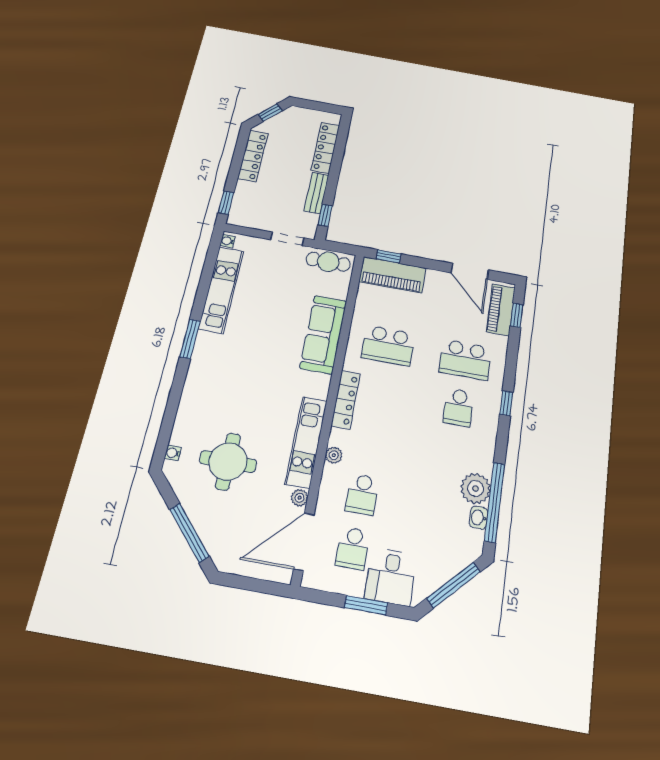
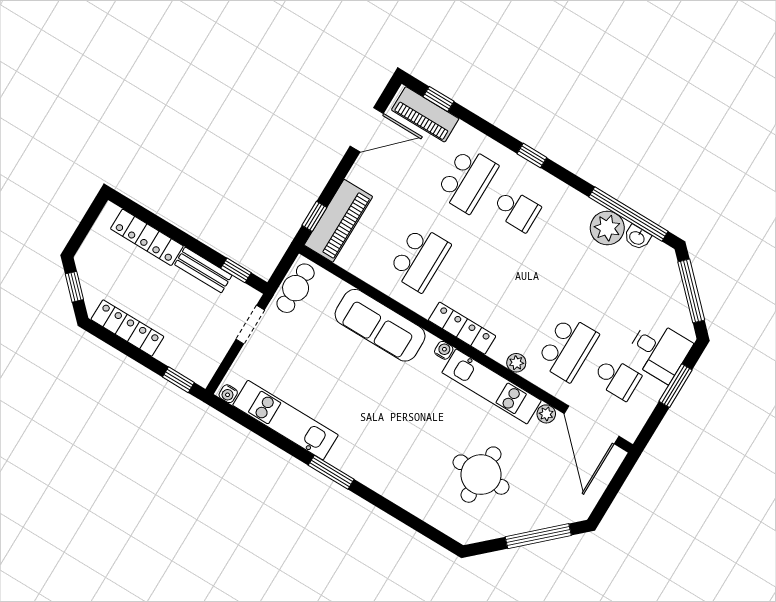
water cooler: (173, 453) -> (444, 350), moved, turned 180
school desk: (362, 494) -> (568, 348), width x1.85

